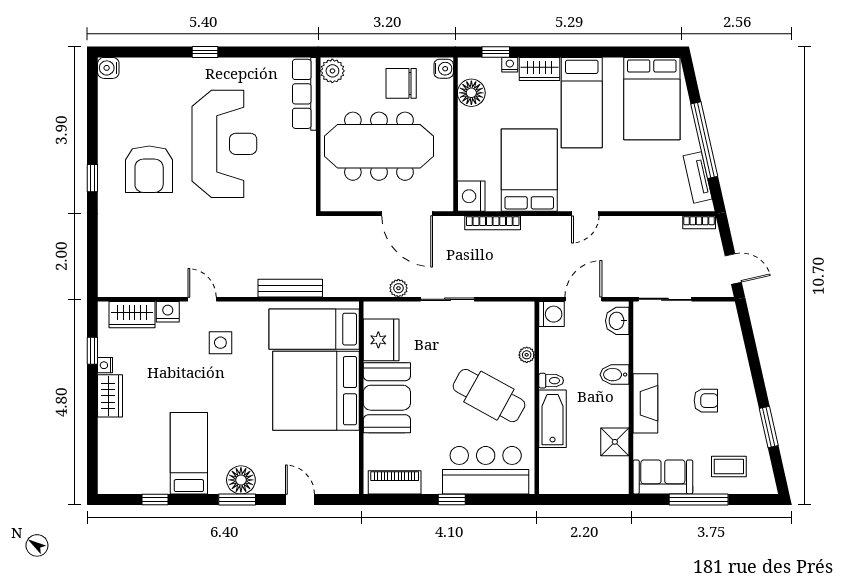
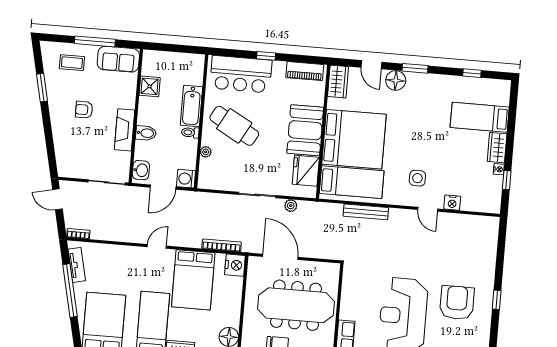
wardrobe: (132, 315) -> (338, 82), moved, turned 90
fireplace: (645, 403) -> (125, 130), moved
bed: (189, 453) -> (480, 117), moved, turned 90
floor lamp: (241, 480) -> (396, 80), moved

